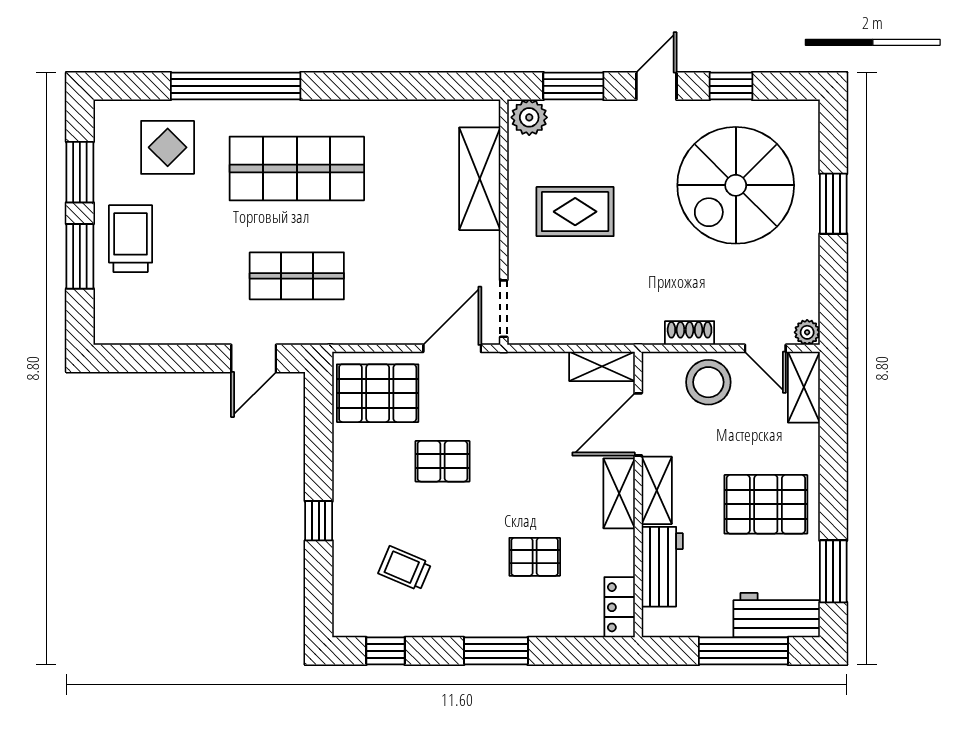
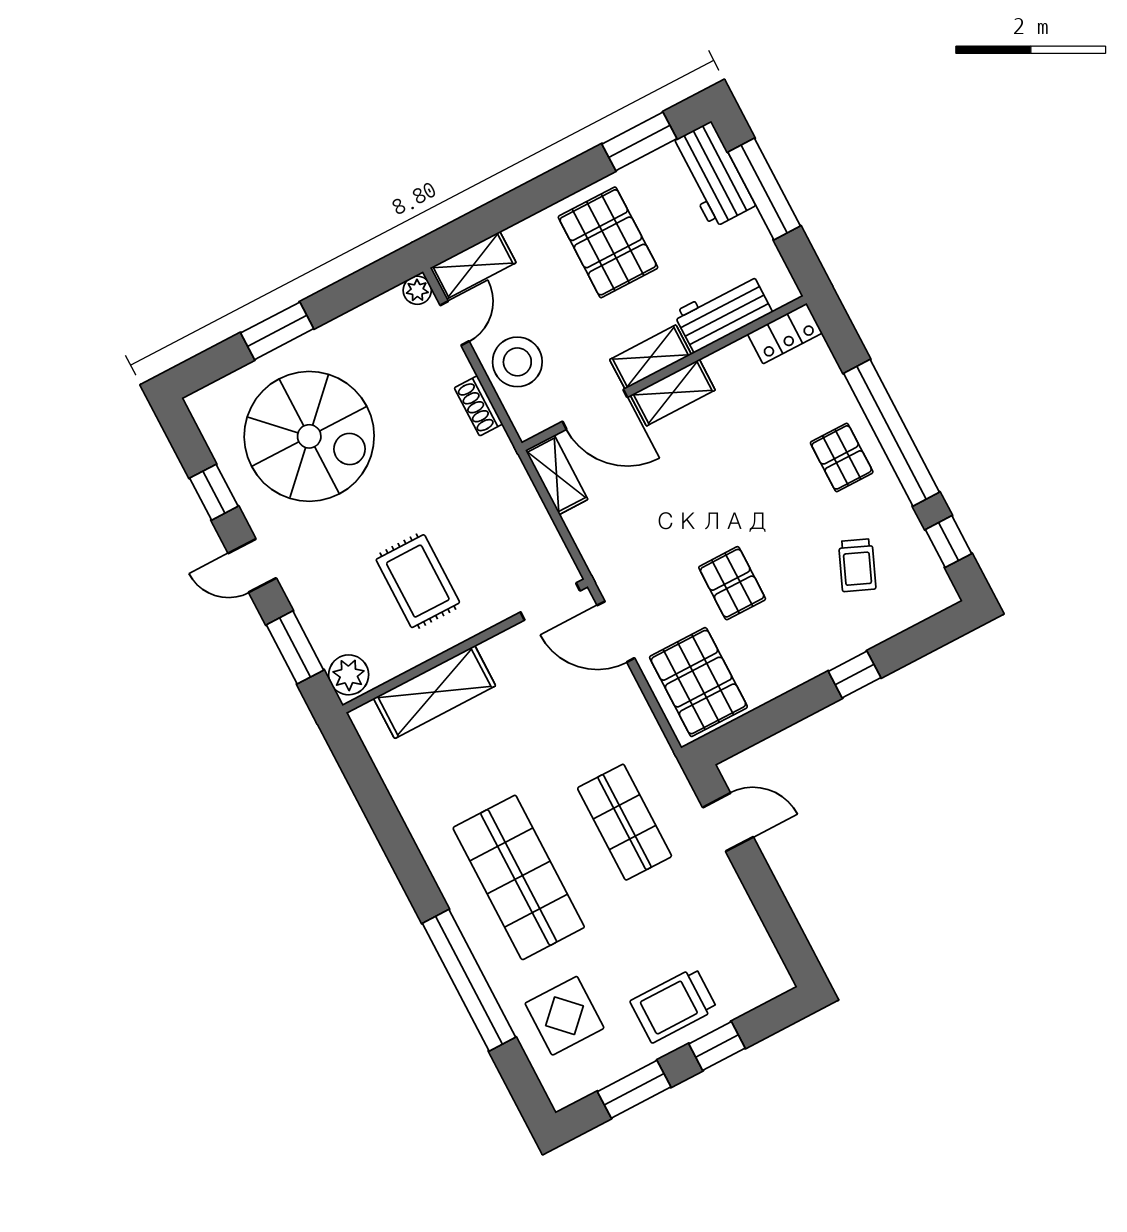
window: (80, 256) -> (717, 1046), width x0.67
pallet: (535, 557) -> (842, 457), moved
window: (496, 651) -> (892, 433), width x2.11

